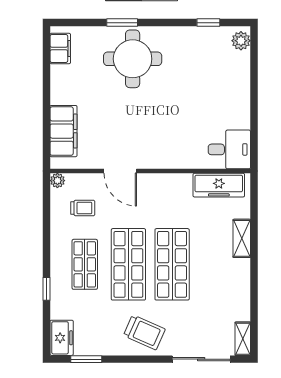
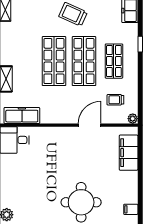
filing cabinet: (60, 48) -> (131, 209), width x0.50
door: (120, 171) -> (90, 125), hinge flipped

